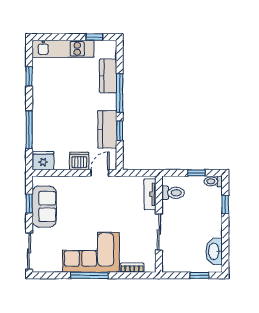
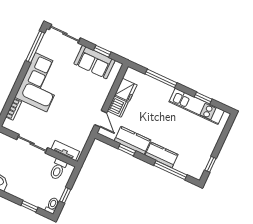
kitchen unit: (63, 49) -> (197, 106), moved, turned -90
kitchen counter: (108, 76) -> (162, 155), moved
window: (120, 93) -> (170, 170), moved
fridge: (43, 161) -> (126, 90), moved
window: (89, 275) -> (35, 47), moved

